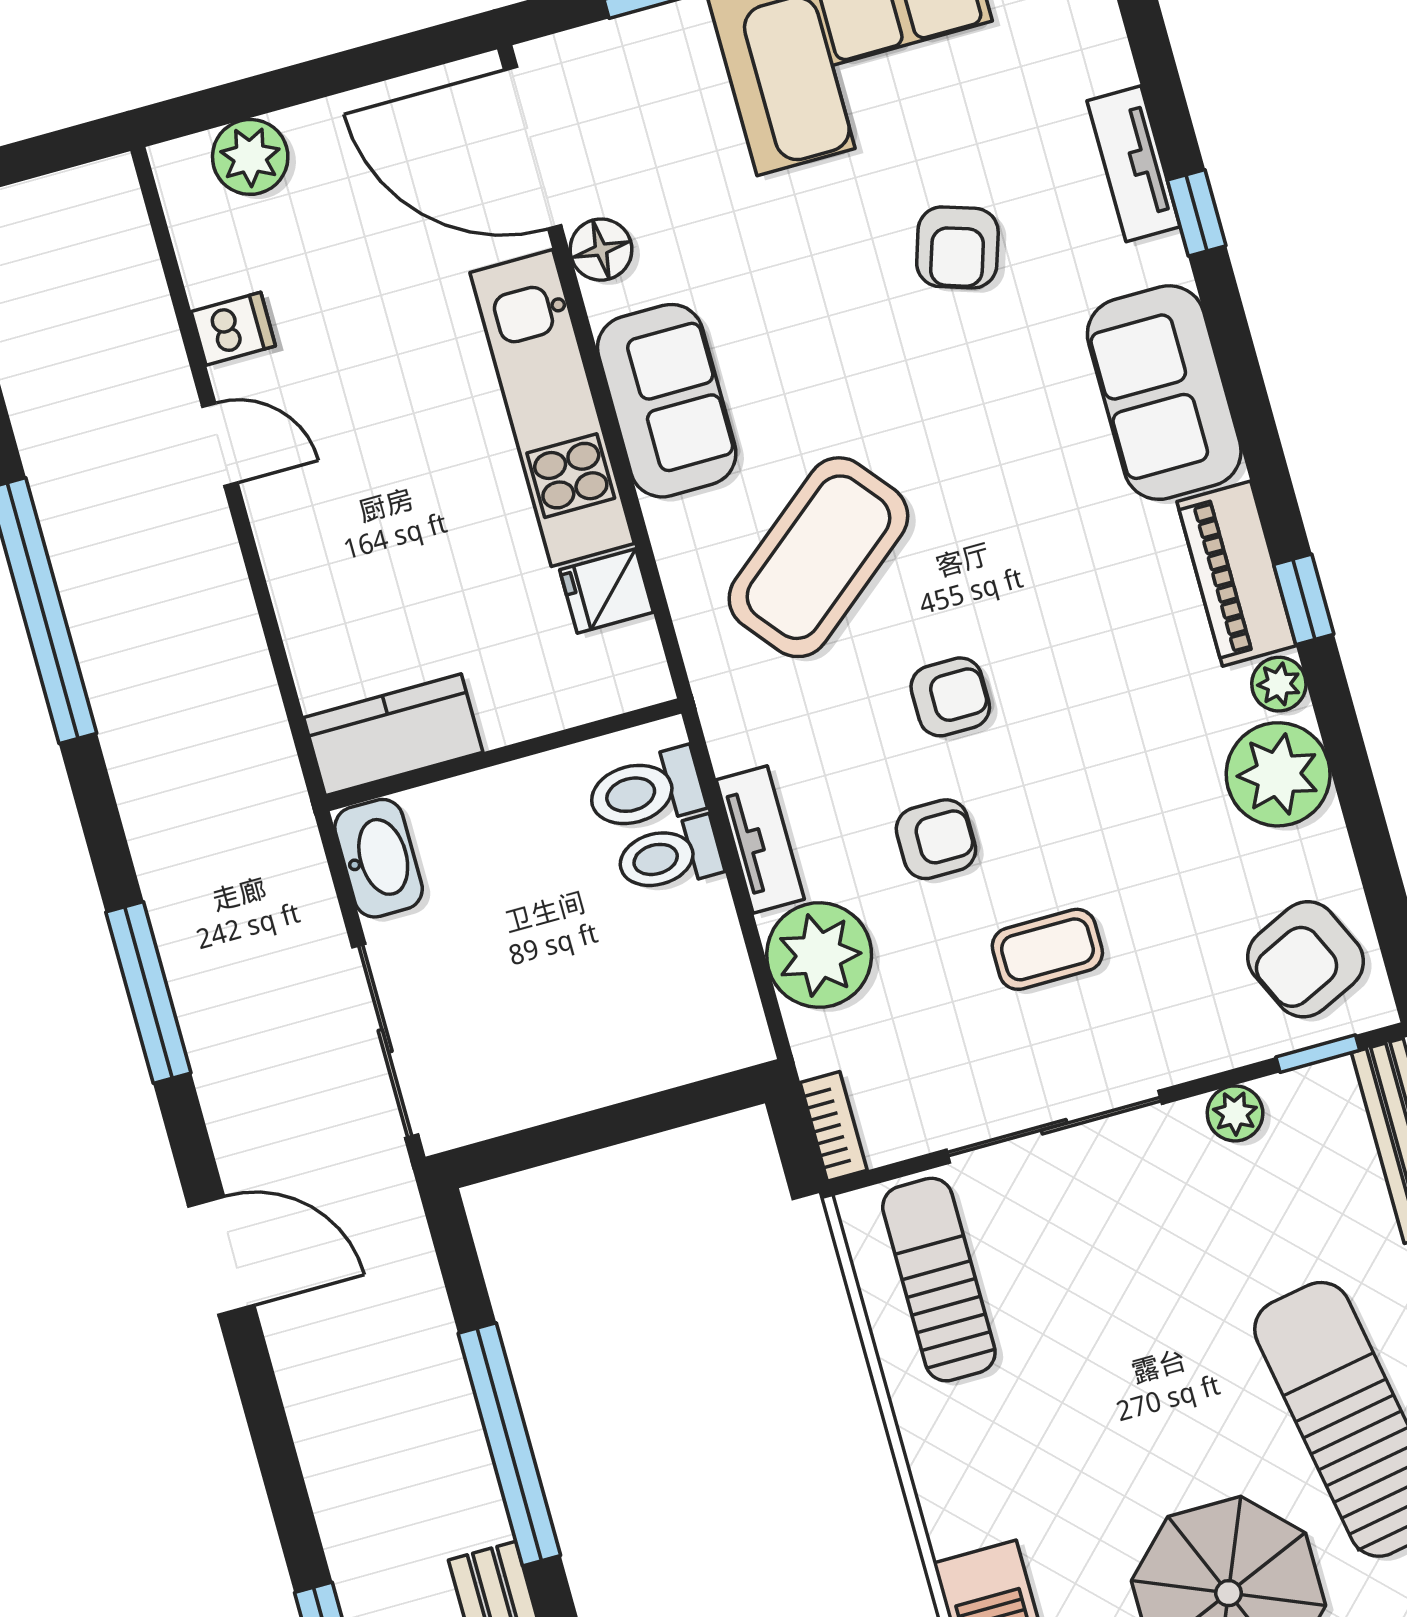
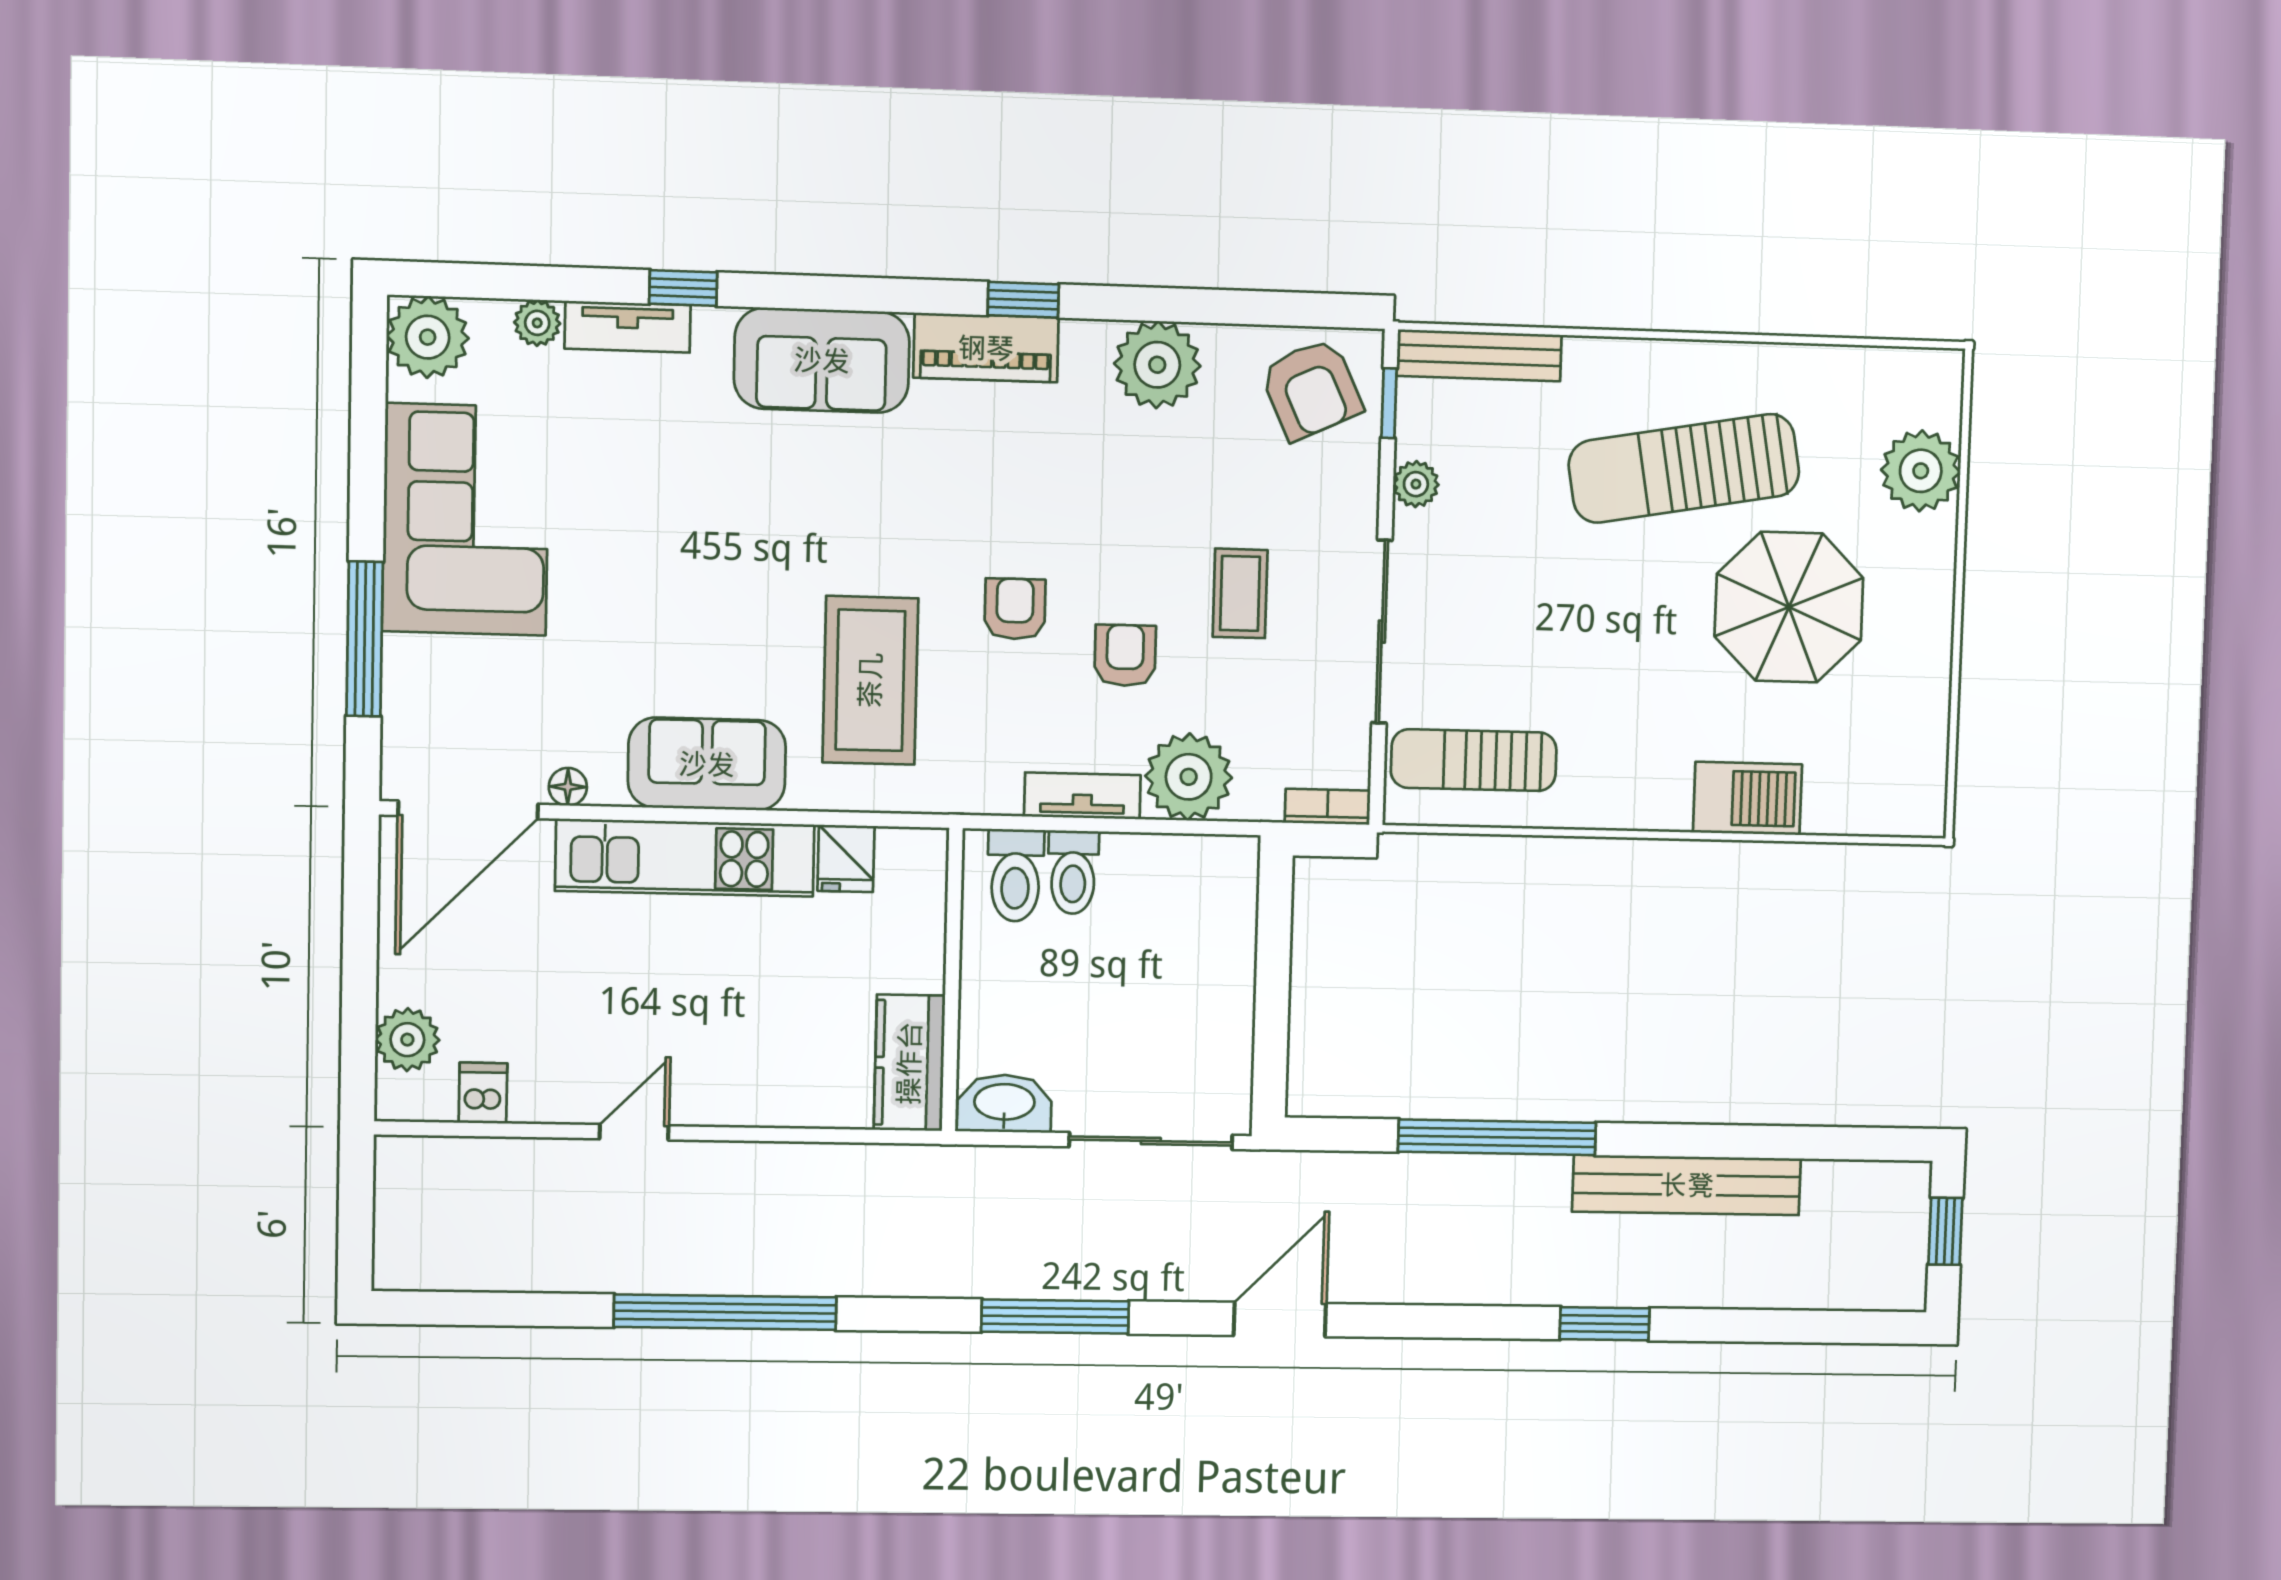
armchair: (957, 247) -> (653, 491), removed
floor lamp: (601, 250) -> (568, 787), width x0.73, depth x0.73
dishwasher: (233, 329) -> (483, 1093), moved
coffee table: (818, 557) -> (870, 680), turned 39
plant: (1279, 684) -> (537, 323), moved

